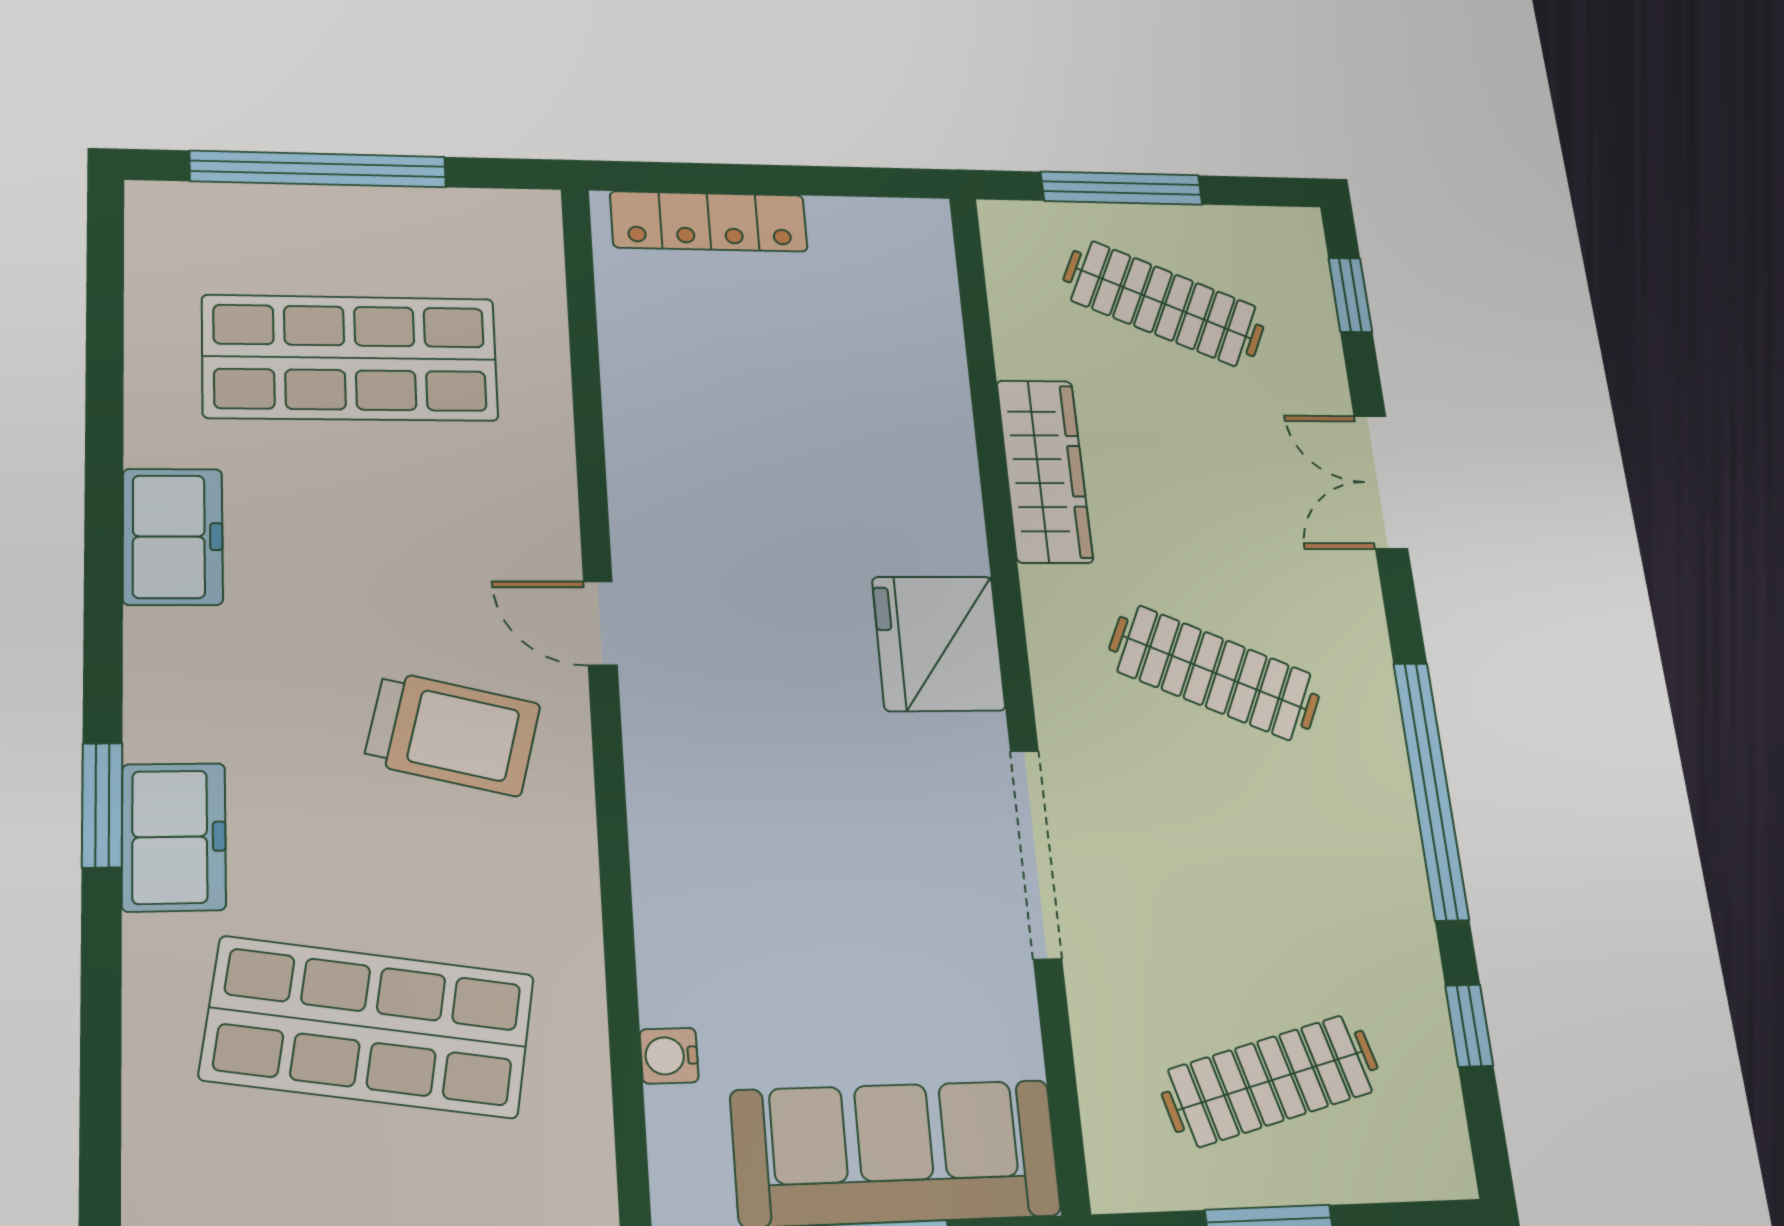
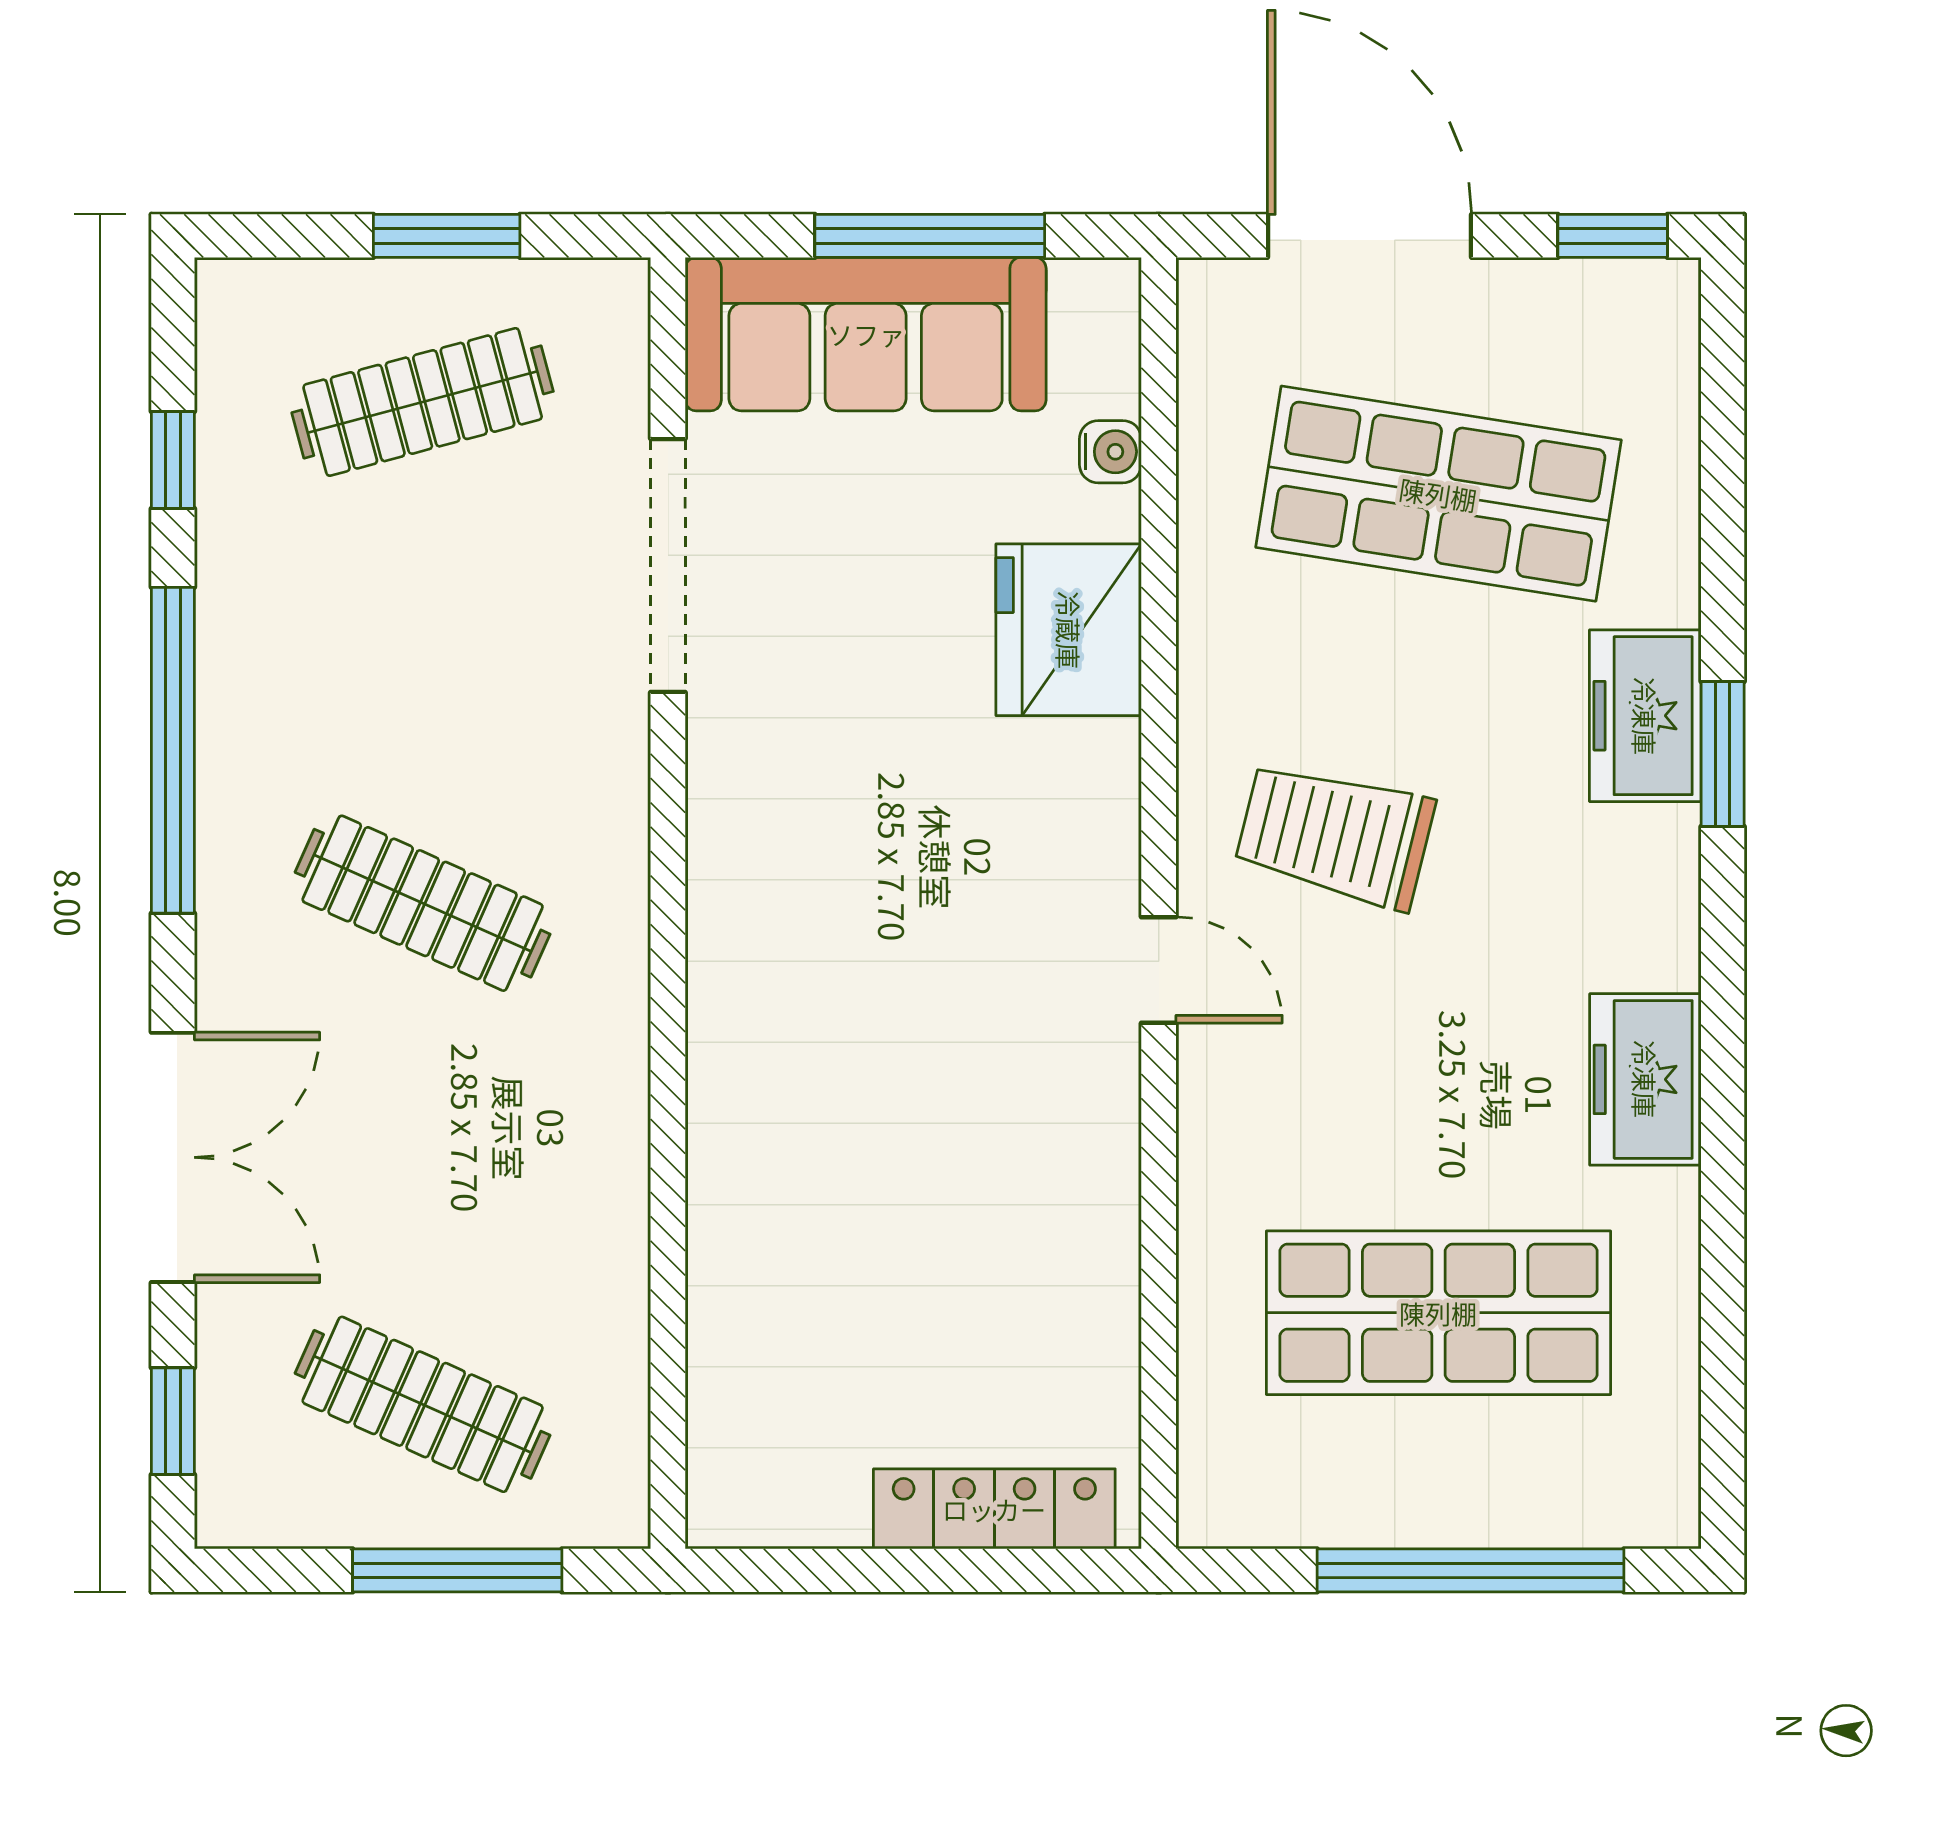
wardrobe: (1045, 471) -> (603, 1170), removed
double door: (1381, 482) -> (173, 1157), width x1.37
fridge: (938, 643) -> (1069, 630), moved, turned 180
doorway: (1036, 854) -> (668, 566), moved

